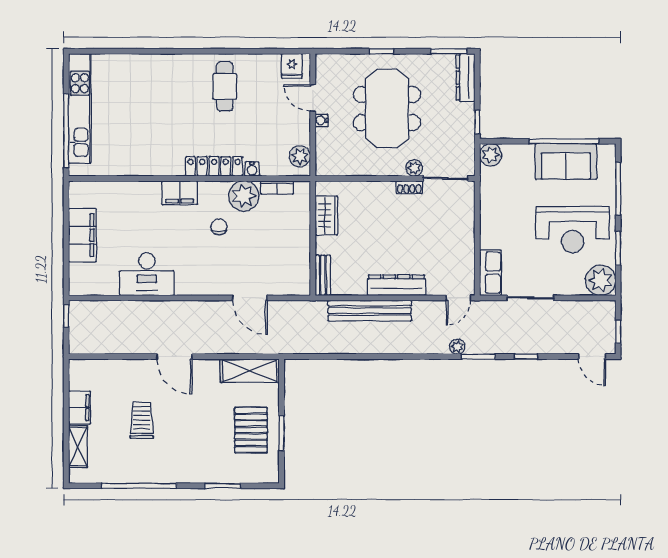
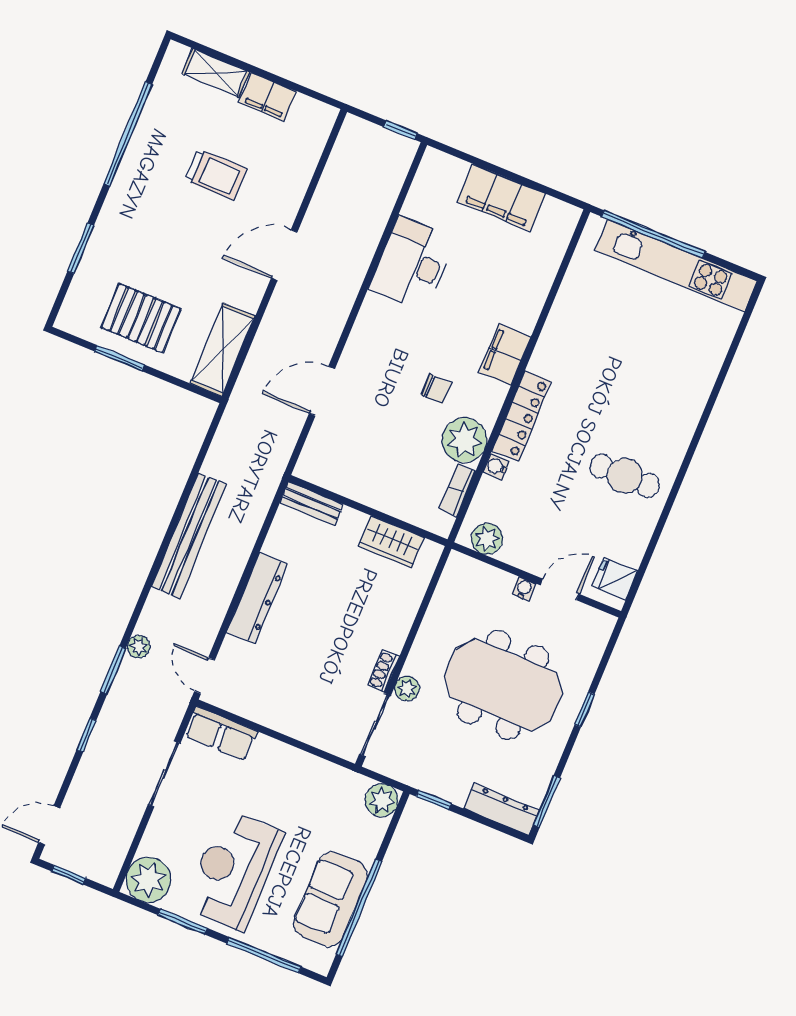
bench: (370, 311) -> (189, 536), moved

